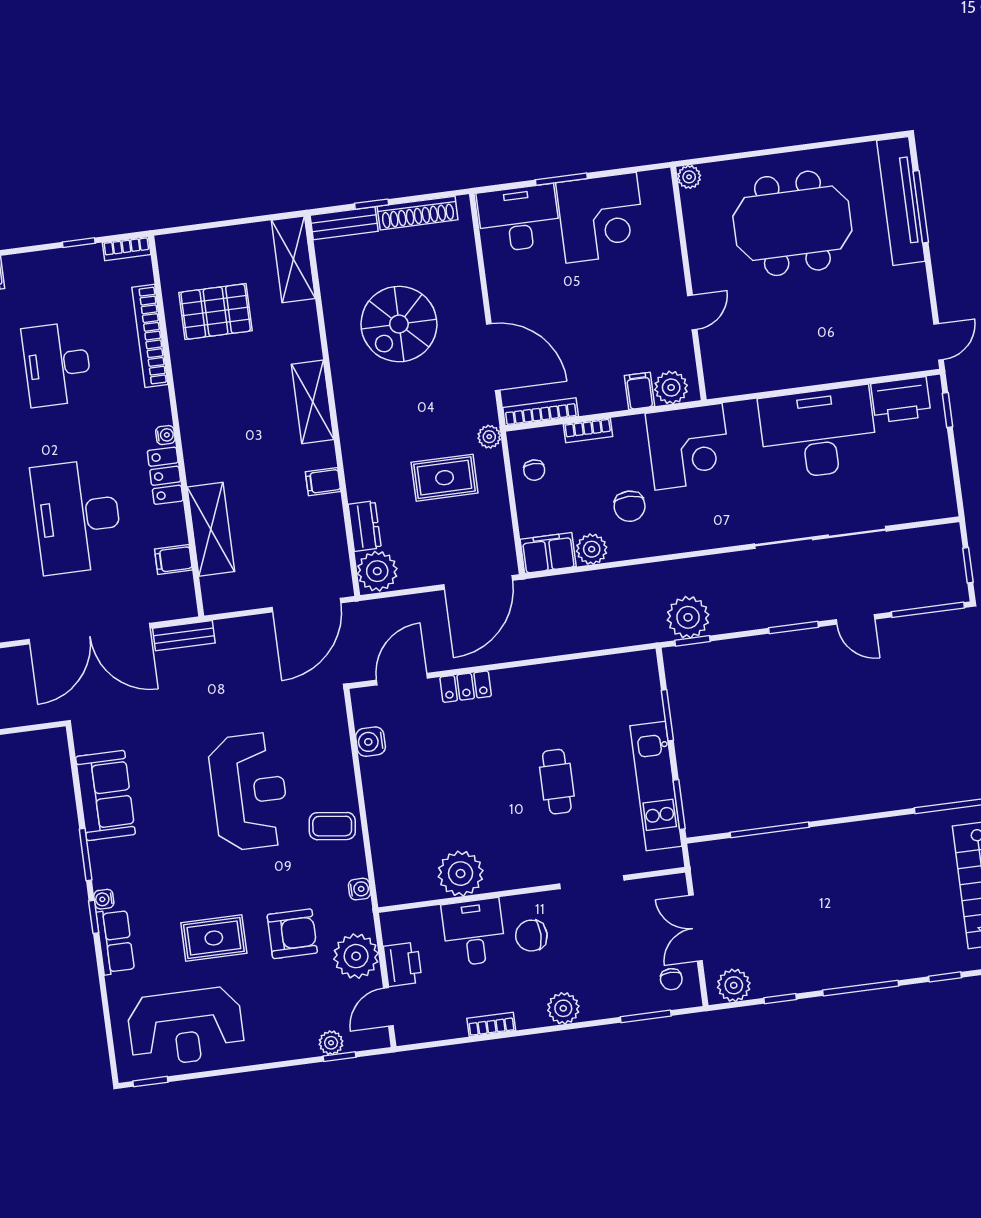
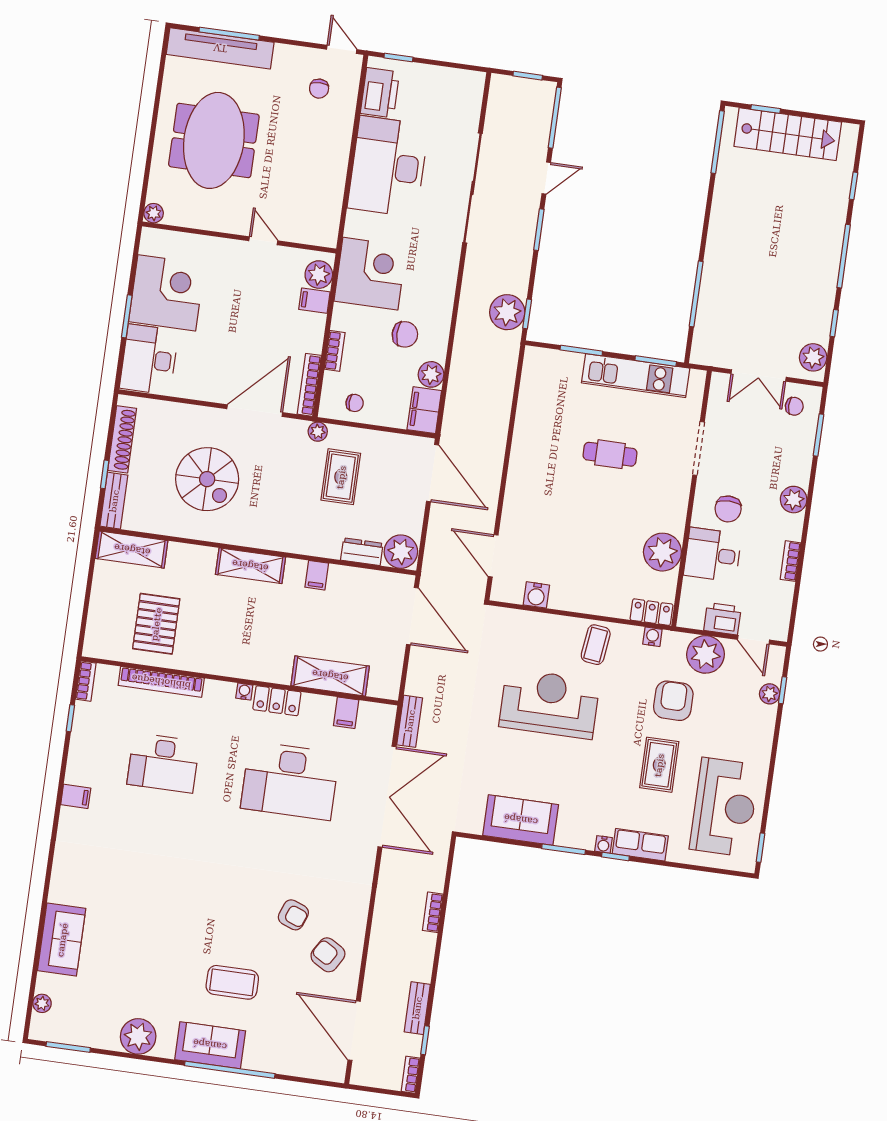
chair: (886, 328) -> (319, 89), added
locker: (466, 687) -> (652, 612), moved, turned -90

